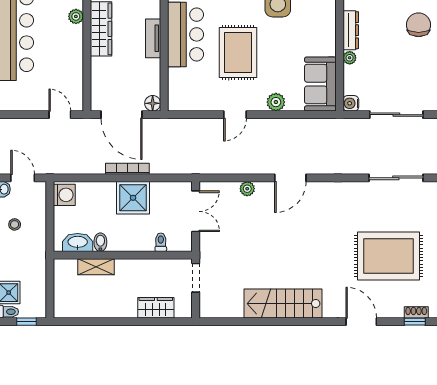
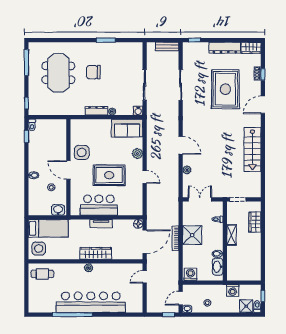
shelving: (96, 267) -> (231, 235), moved
washing machine: (36, 269) -> (233, 290), added

